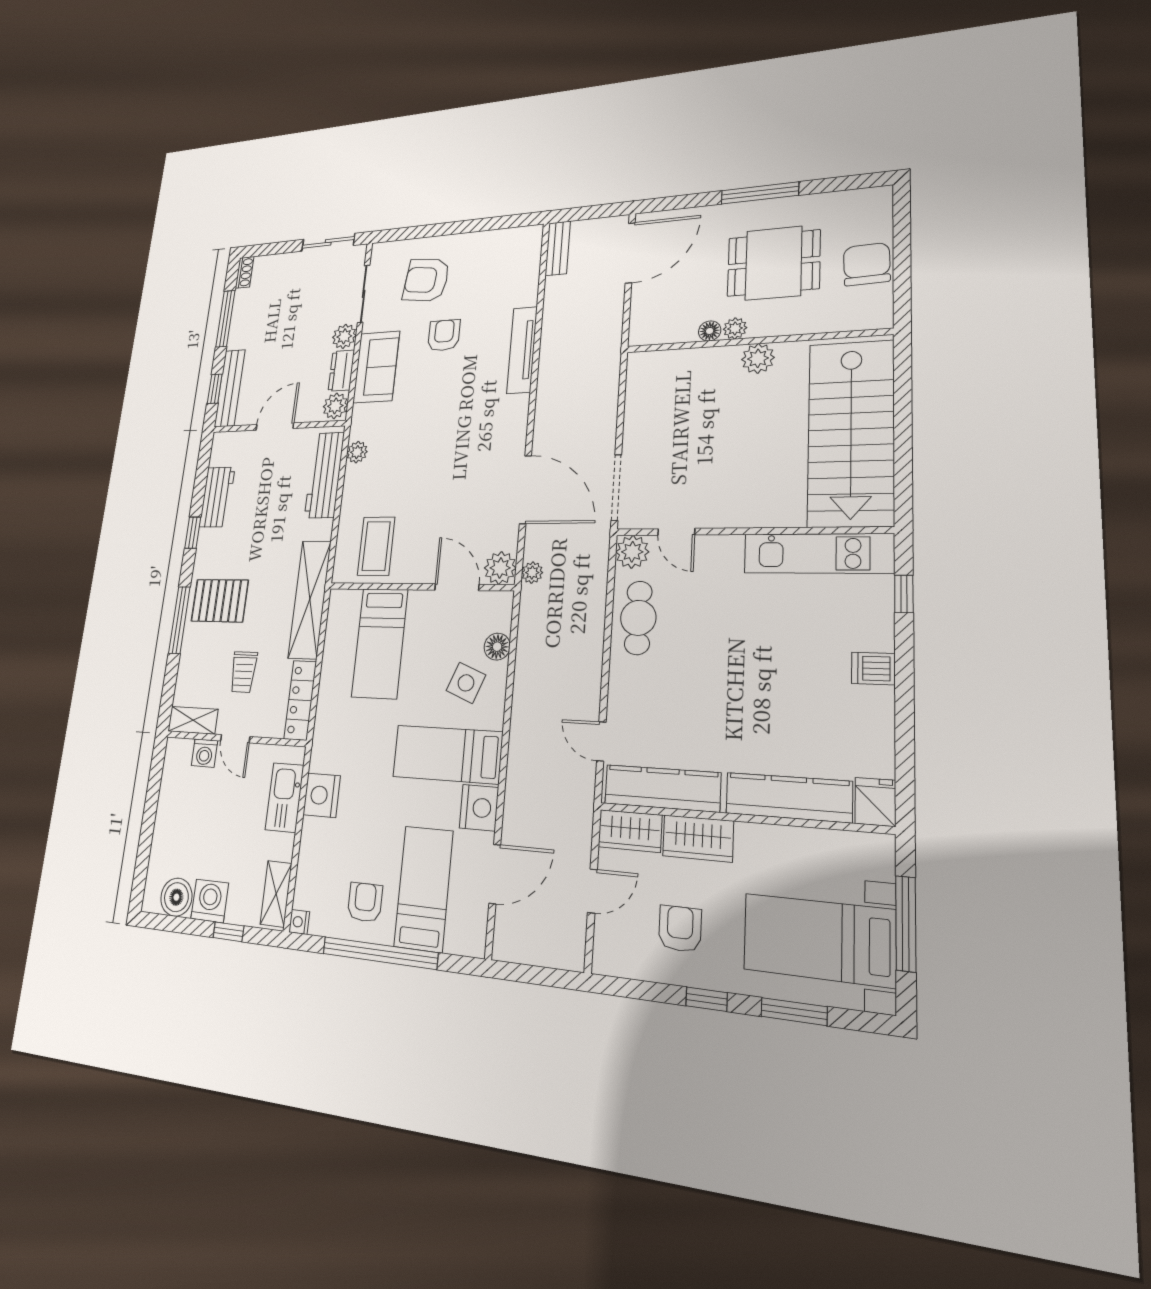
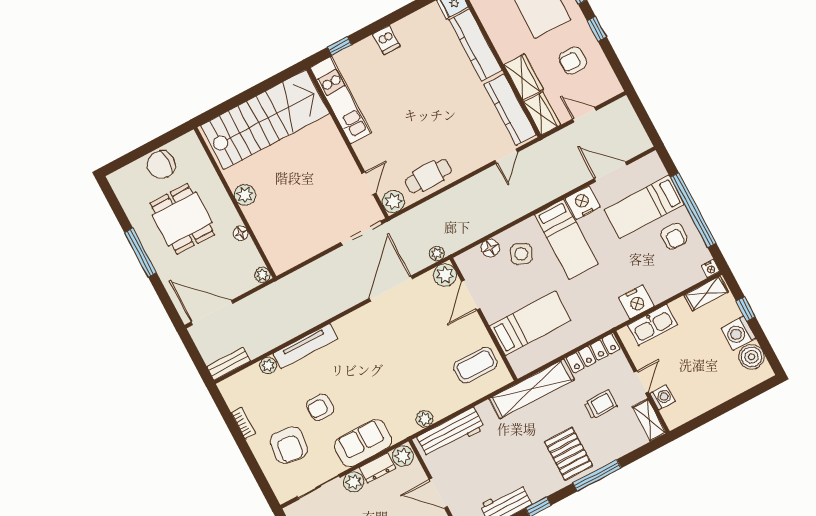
bookcase: (481, 238) -> (243, 423), added
plant: (527, 295) -> (268, 365), added
plant: (735, 328) -> (262, 275), moved
armchair: (365, 902) -> (674, 236), turned -90

